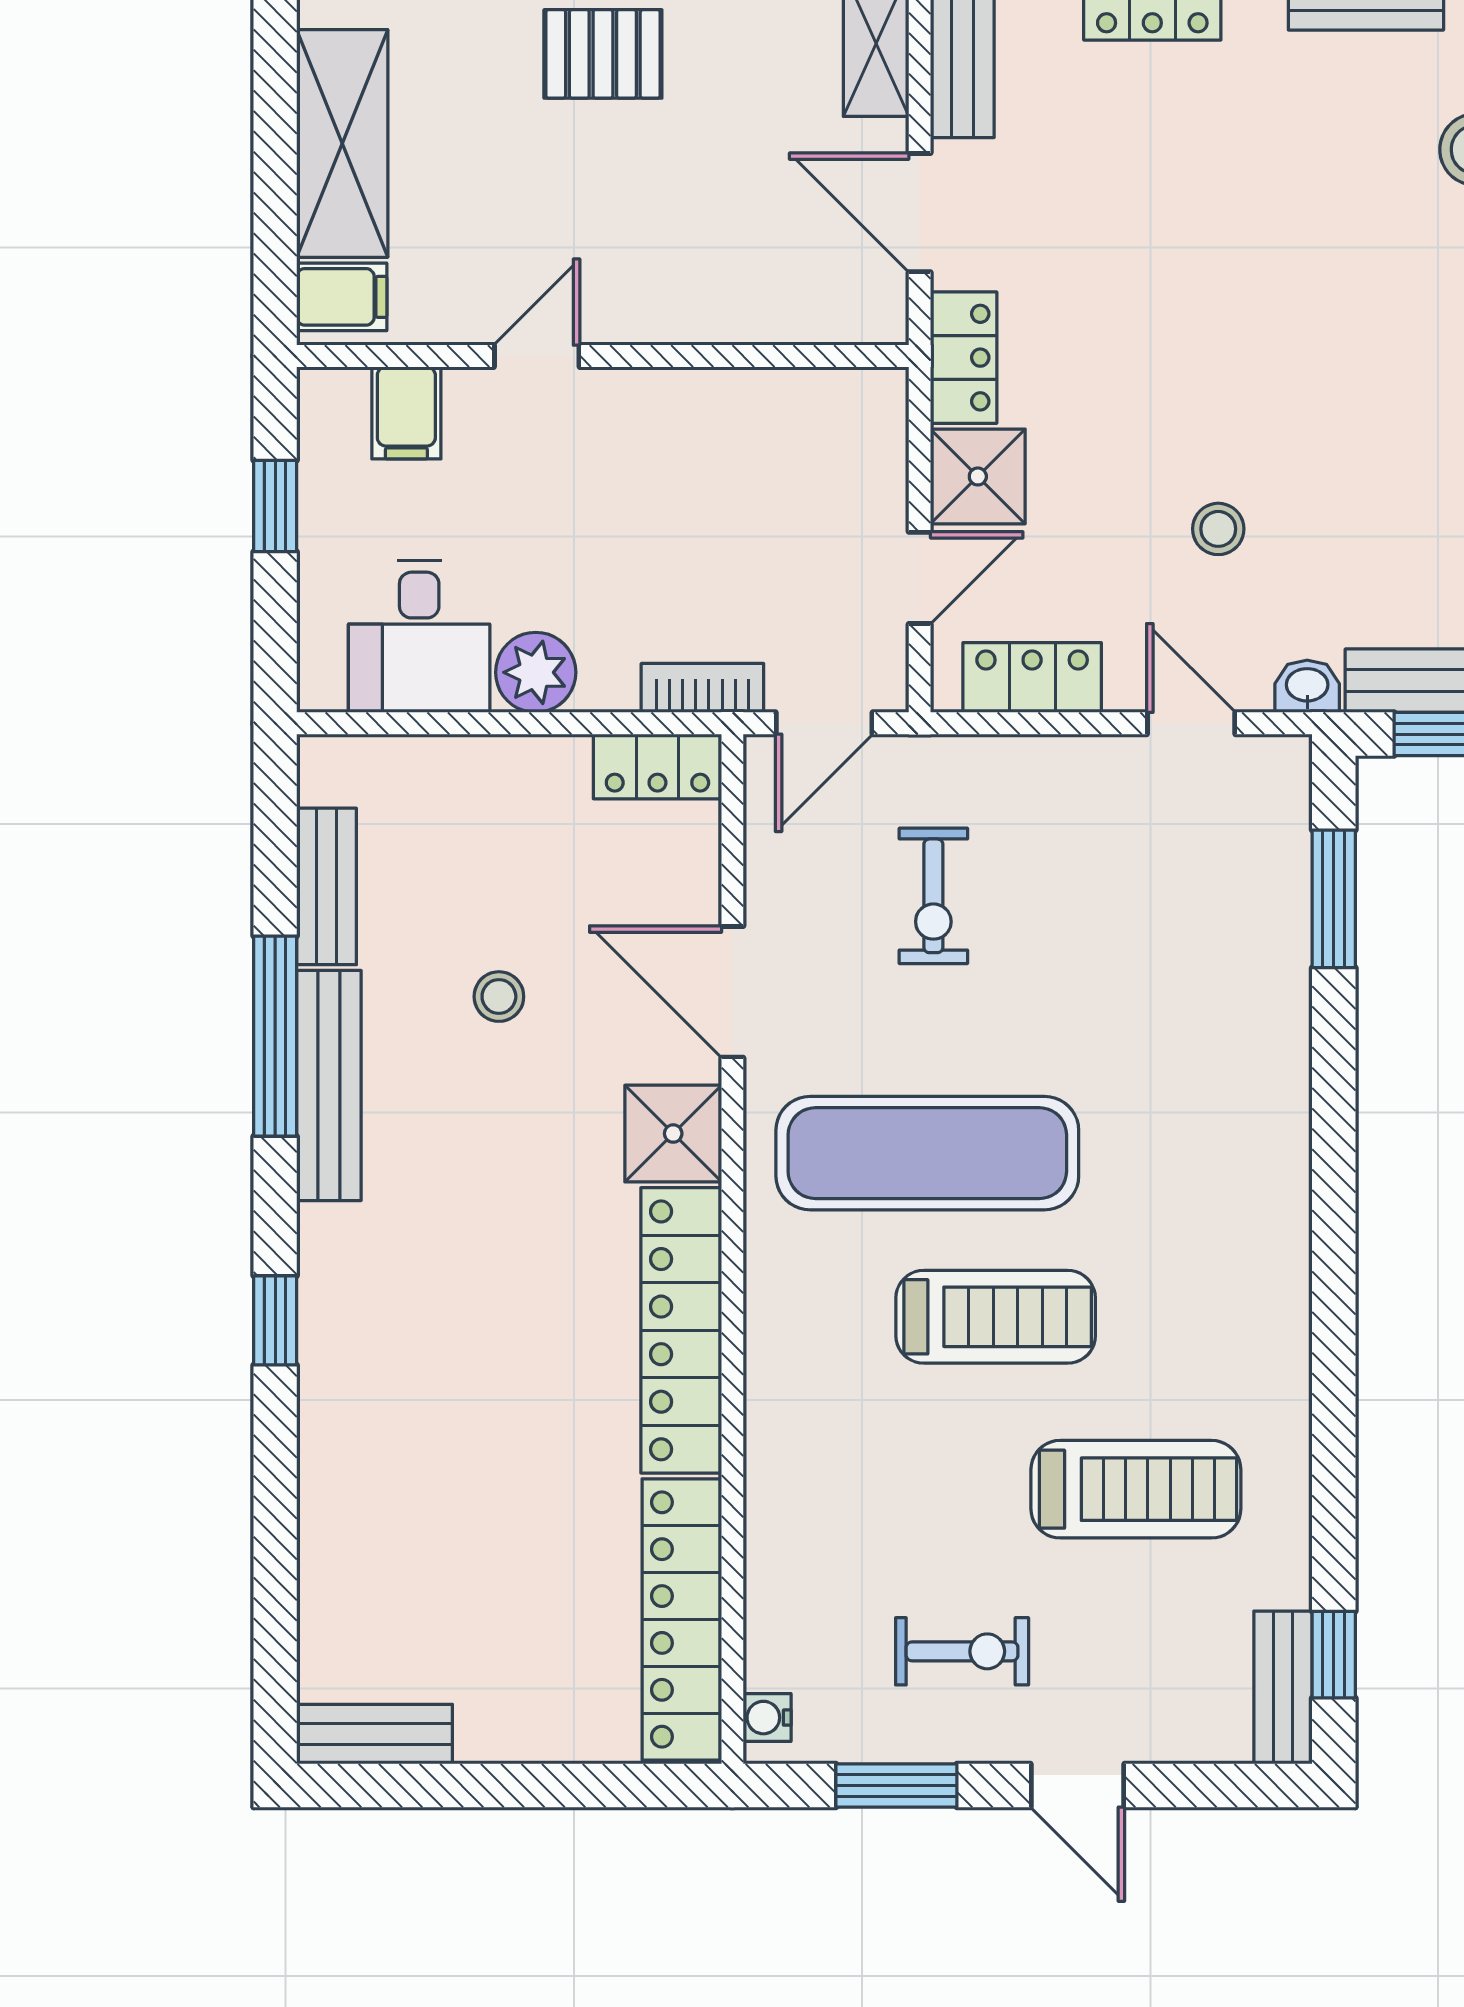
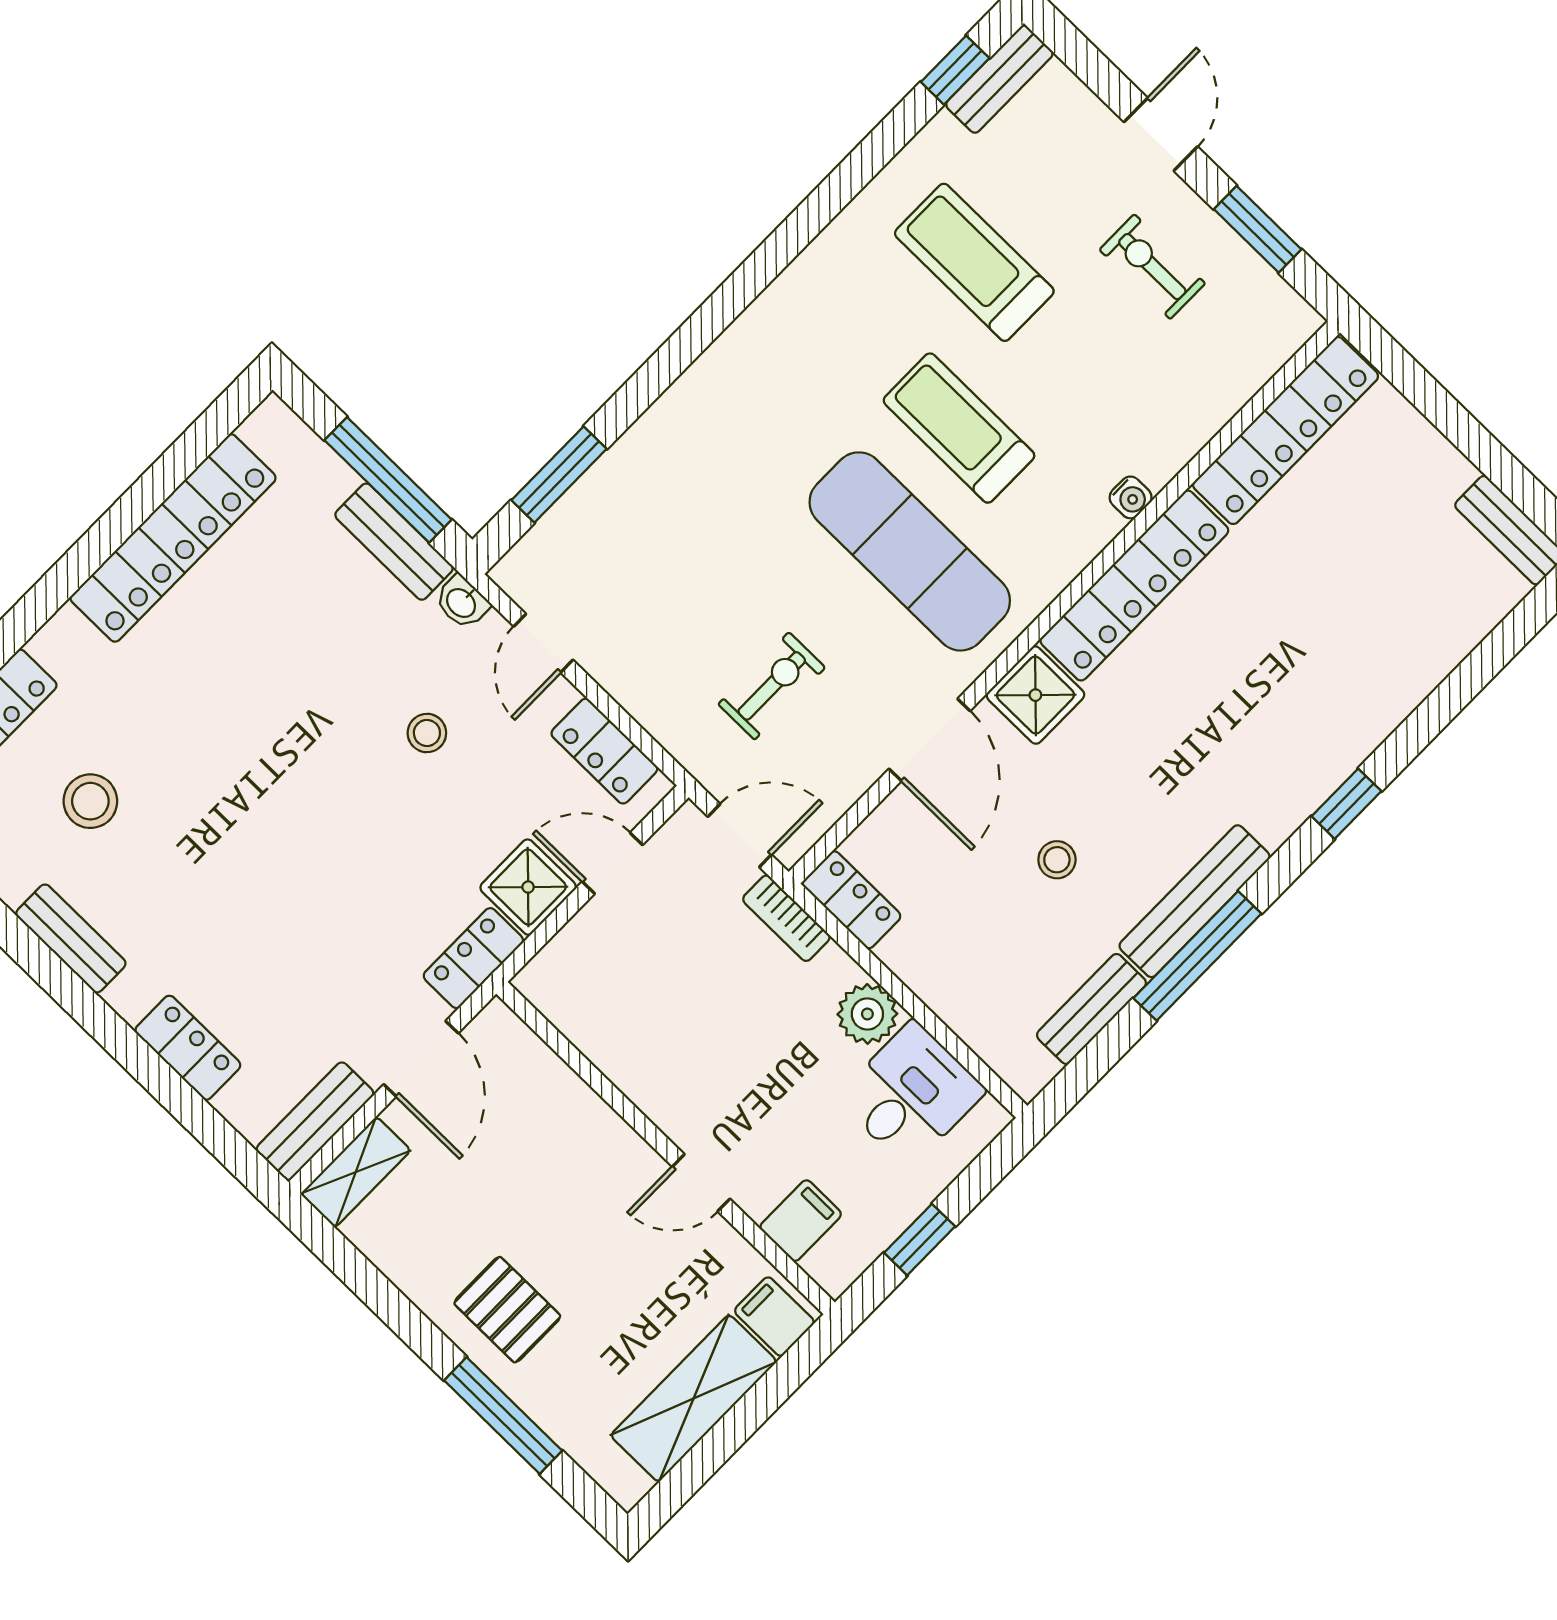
water cooler: (767, 1718) -> (1131, 497), moved

